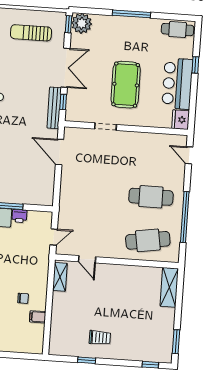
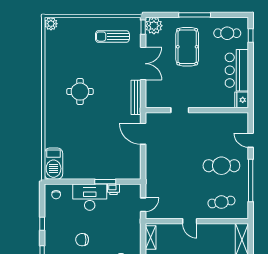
cafe table: (178, 30) -> (227, 33), moved
window: (195, 65) -> (251, 36), moved
pool table: (126, 85) -> (187, 47), moved
window: (63, 102) -> (143, 92), removed
door: (189, 155) -> (251, 140), moved
cafe table: (148, 240) -> (221, 202), width x0.73, depth x0.74
door: (87, 259) -> (190, 221), moved

